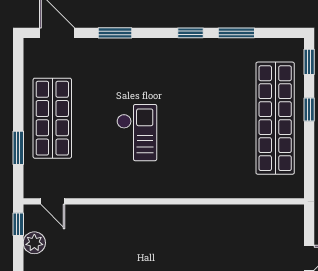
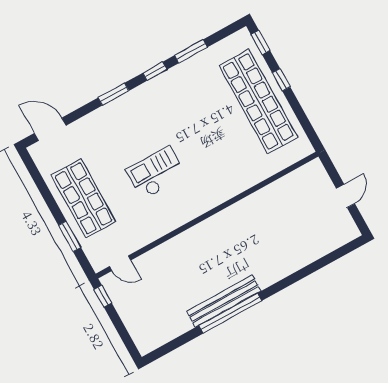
window: (115, 33) -> (113, 94), moved
checkout: (137, 133) -> (156, 173), turned -90
plant: (34, 243) -> (124, 304), removed

